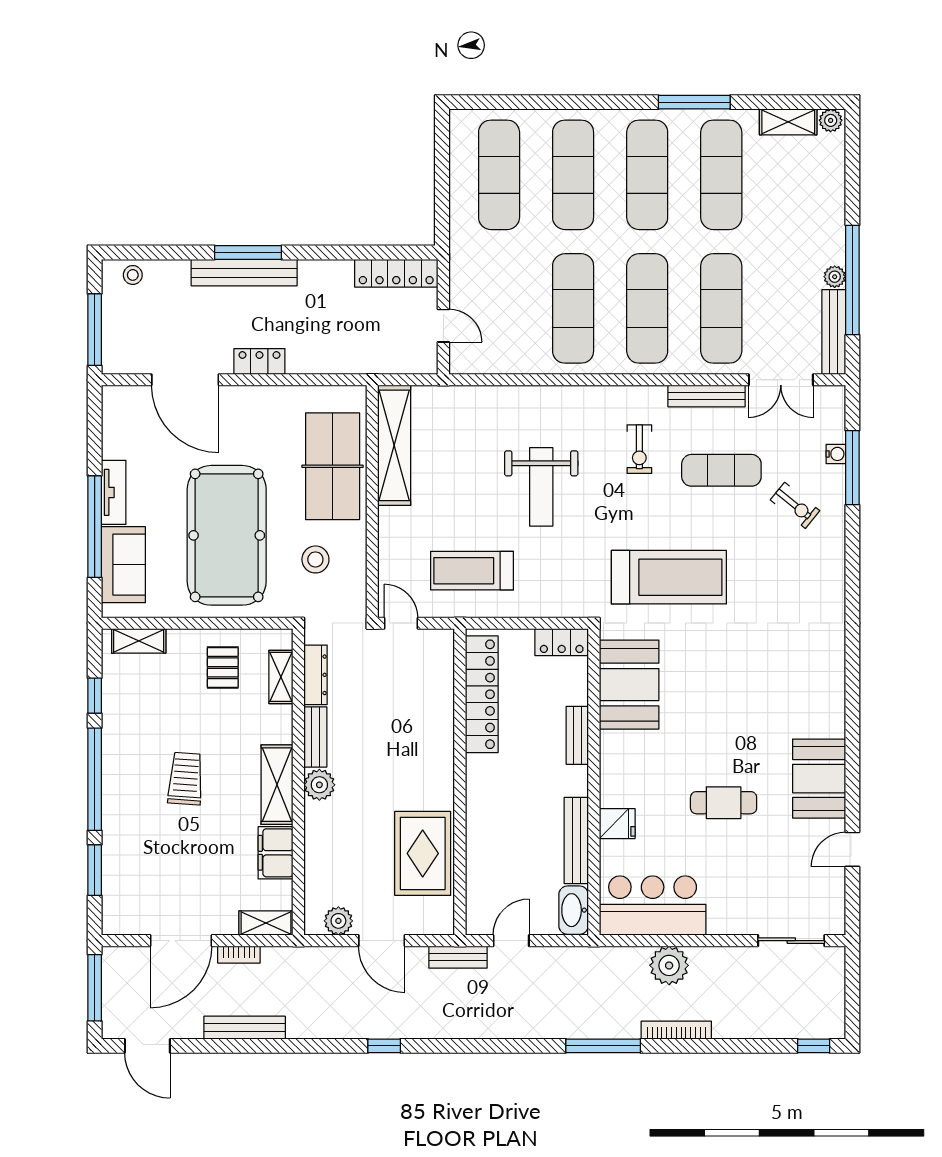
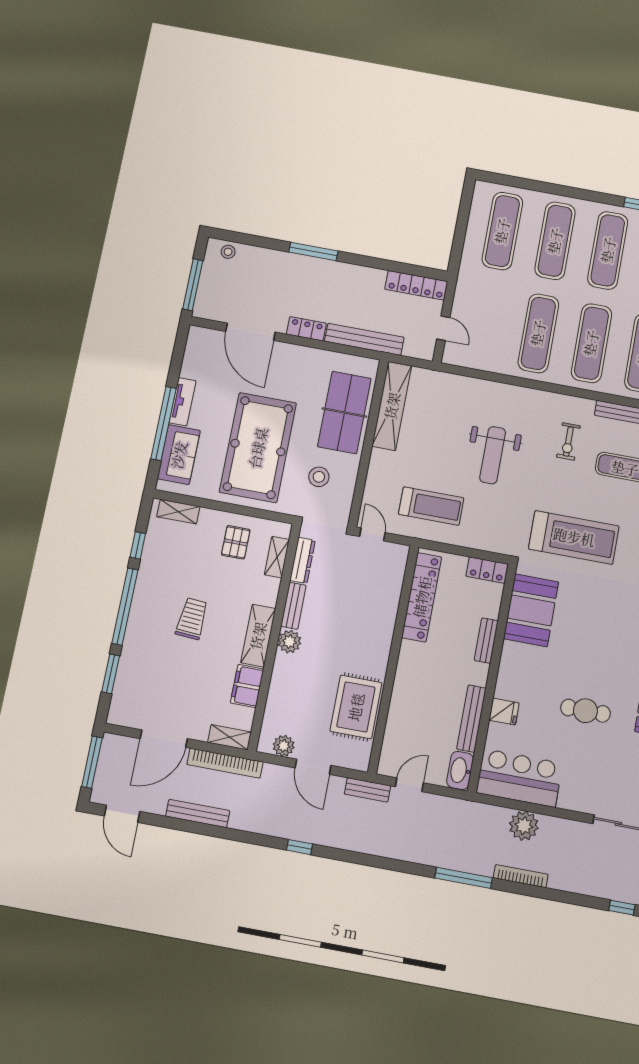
bench: (244, 273) -> (364, 339), moved
treadmill: (472, 571) -> (431, 506), turned 180
bookcase: (239, 955) -> (225, 763), width x2.31, depth x1.31

